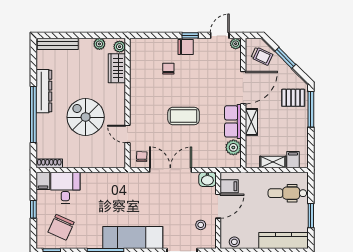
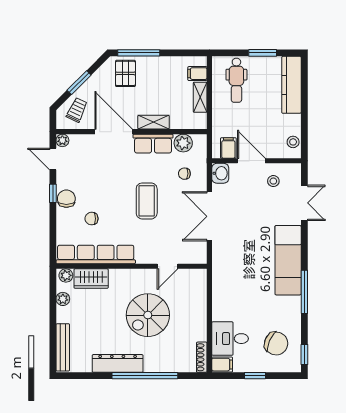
row of seats: (138, 72) -> (96, 254), added
chair: (142, 157) -> (184, 174), moved

